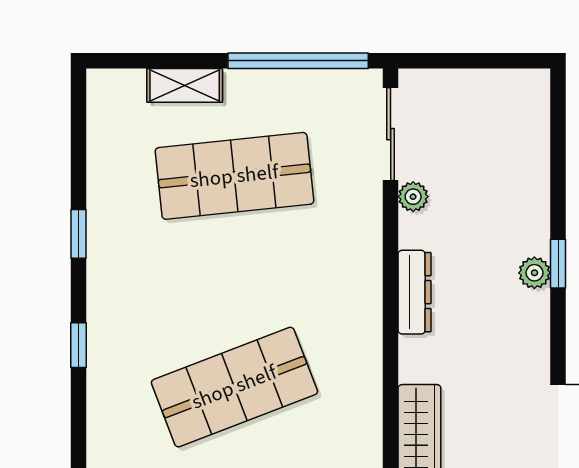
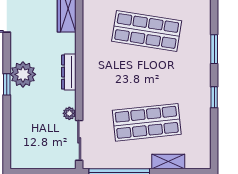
plant: (534, 273) -> (23, 74), width x1.88, depth x1.88
window: (78, 345) -> (214, 49), width x1.50
shop shelf: (234, 387) -> (147, 31), turned 30

